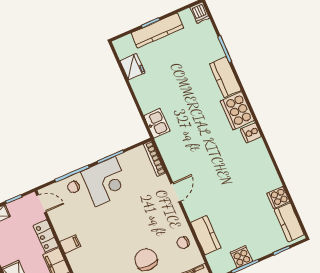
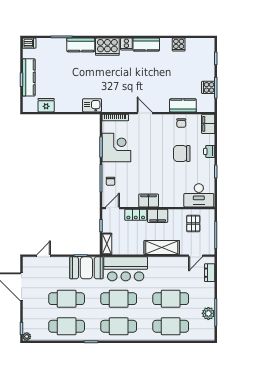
corner desk: (106, 181) -> (116, 147), moved
kitchen counter: (289, 222) -> (146, 45), moved
filing cabinet: (70, 244) -> (149, 200), width x2.00

